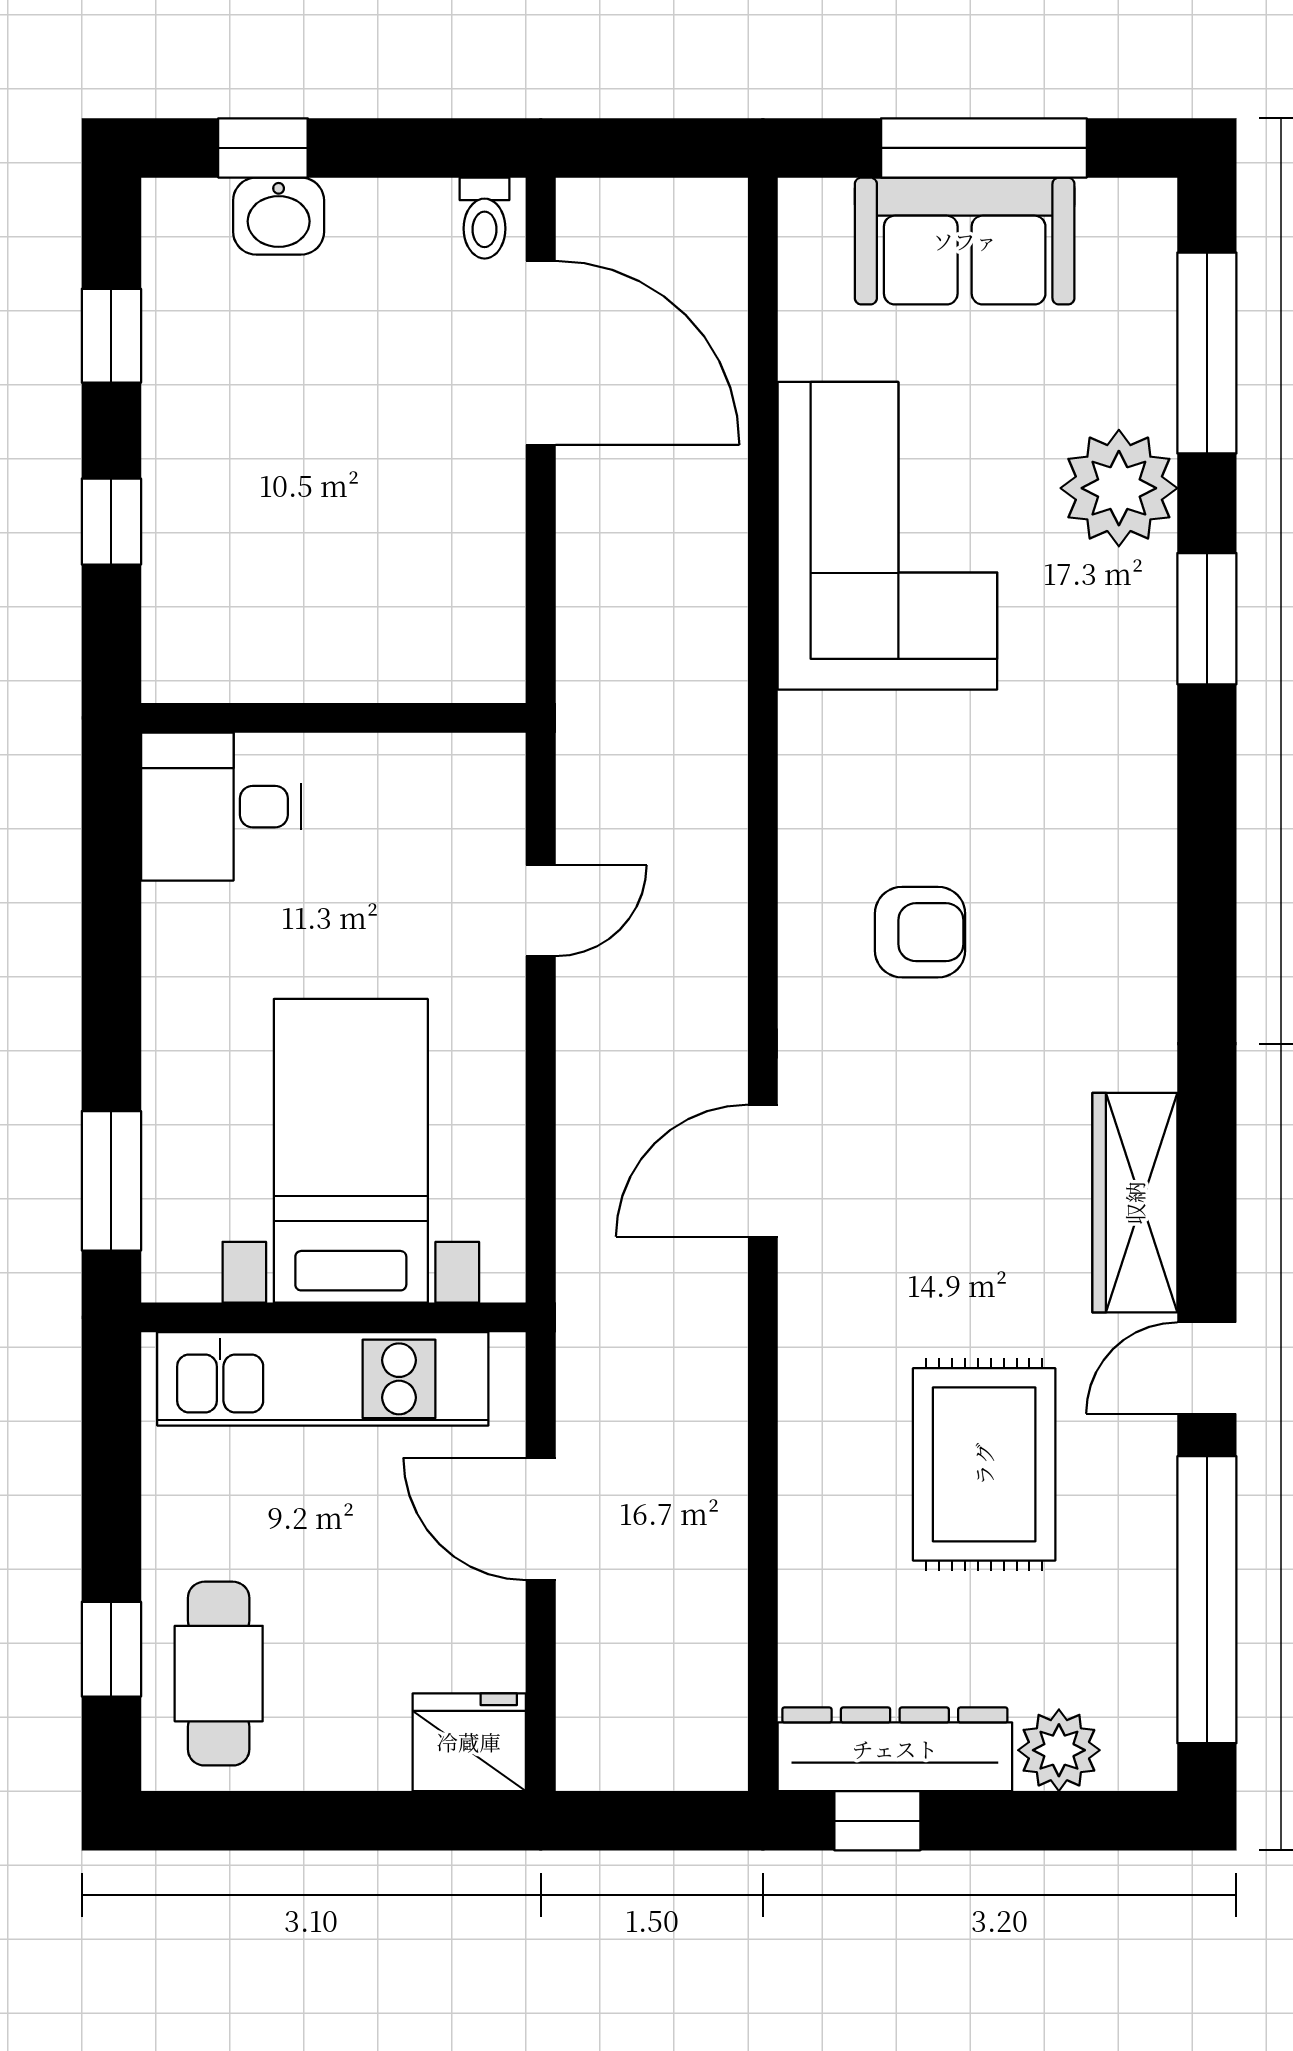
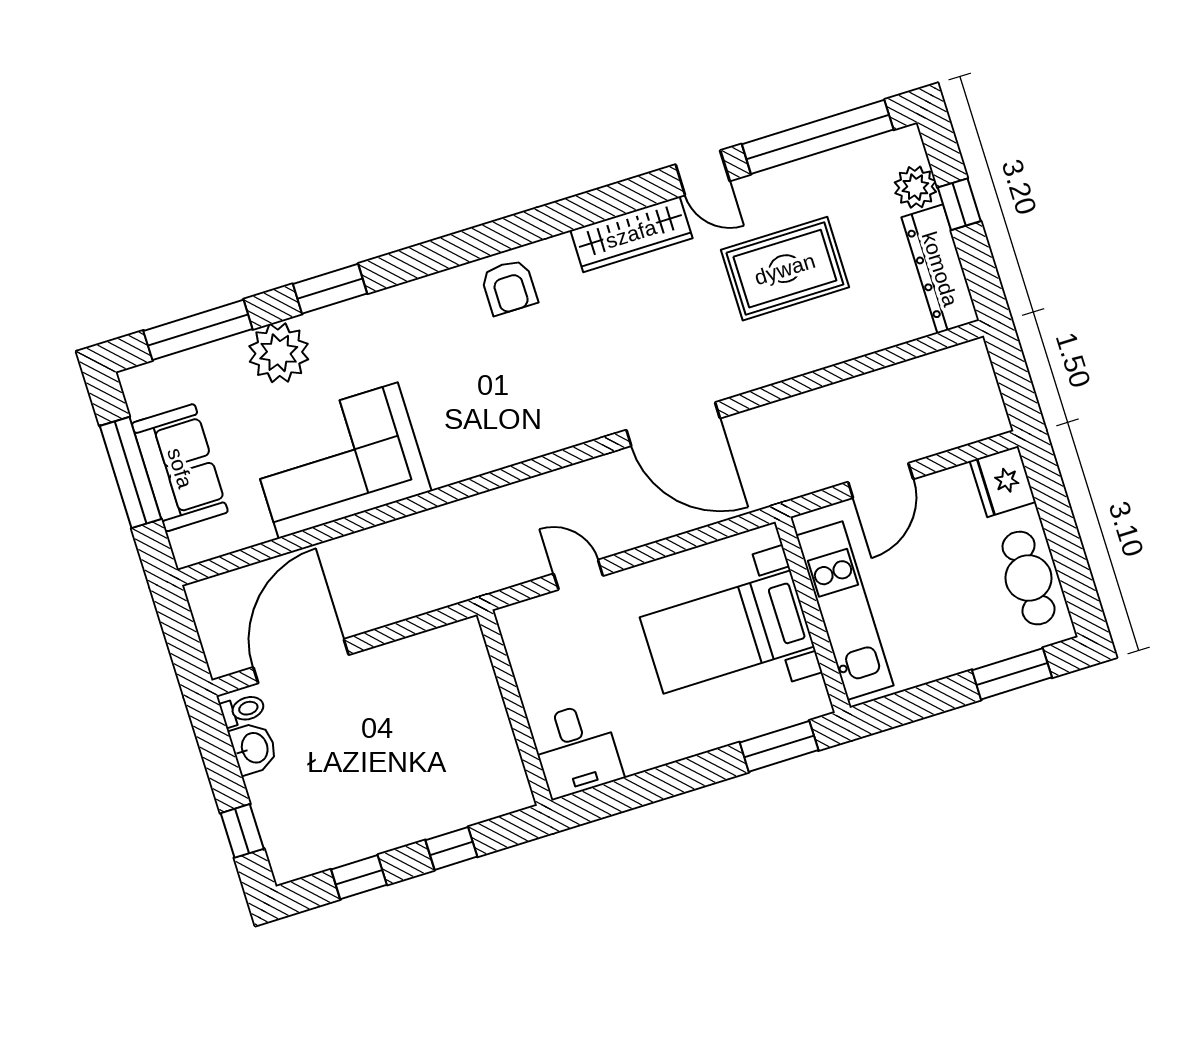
washbasin: (279, 216) -> (254, 748), moved
armchair: (920, 932) -> (509, 287), moved, turned 180
door: (763, 1171) -> (673, 424), width x1.36
window: (111, 1649) -> (1012, 674), width x1.50
cafe table: (219, 1674) -> (1029, 578), moved, turned 90
window: (877, 1821) -> (959, 204), moved

